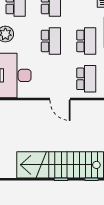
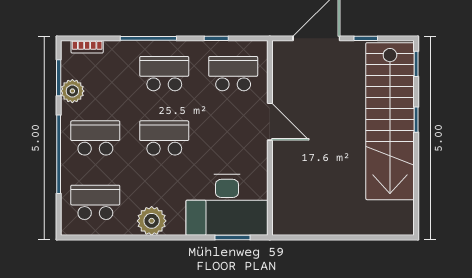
door: (60, 99) -> (270, 122), hinge flipped

